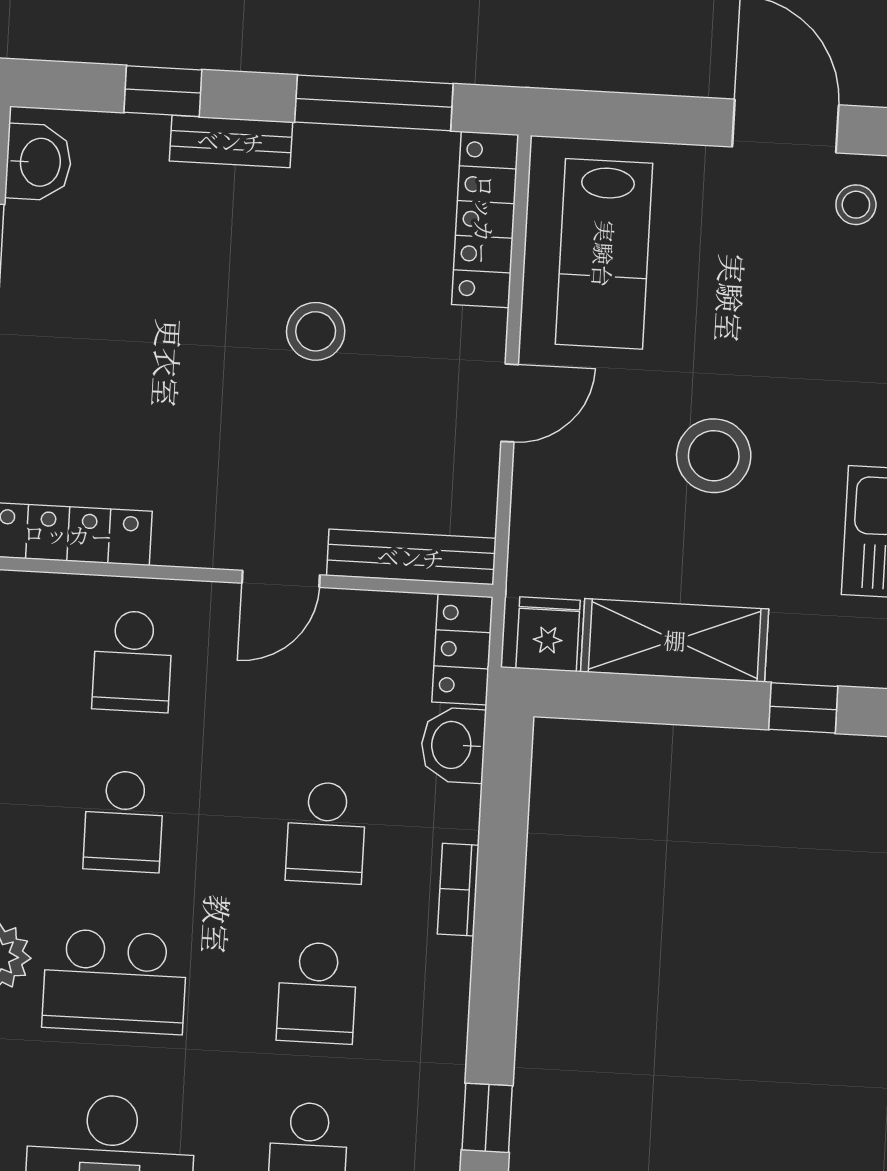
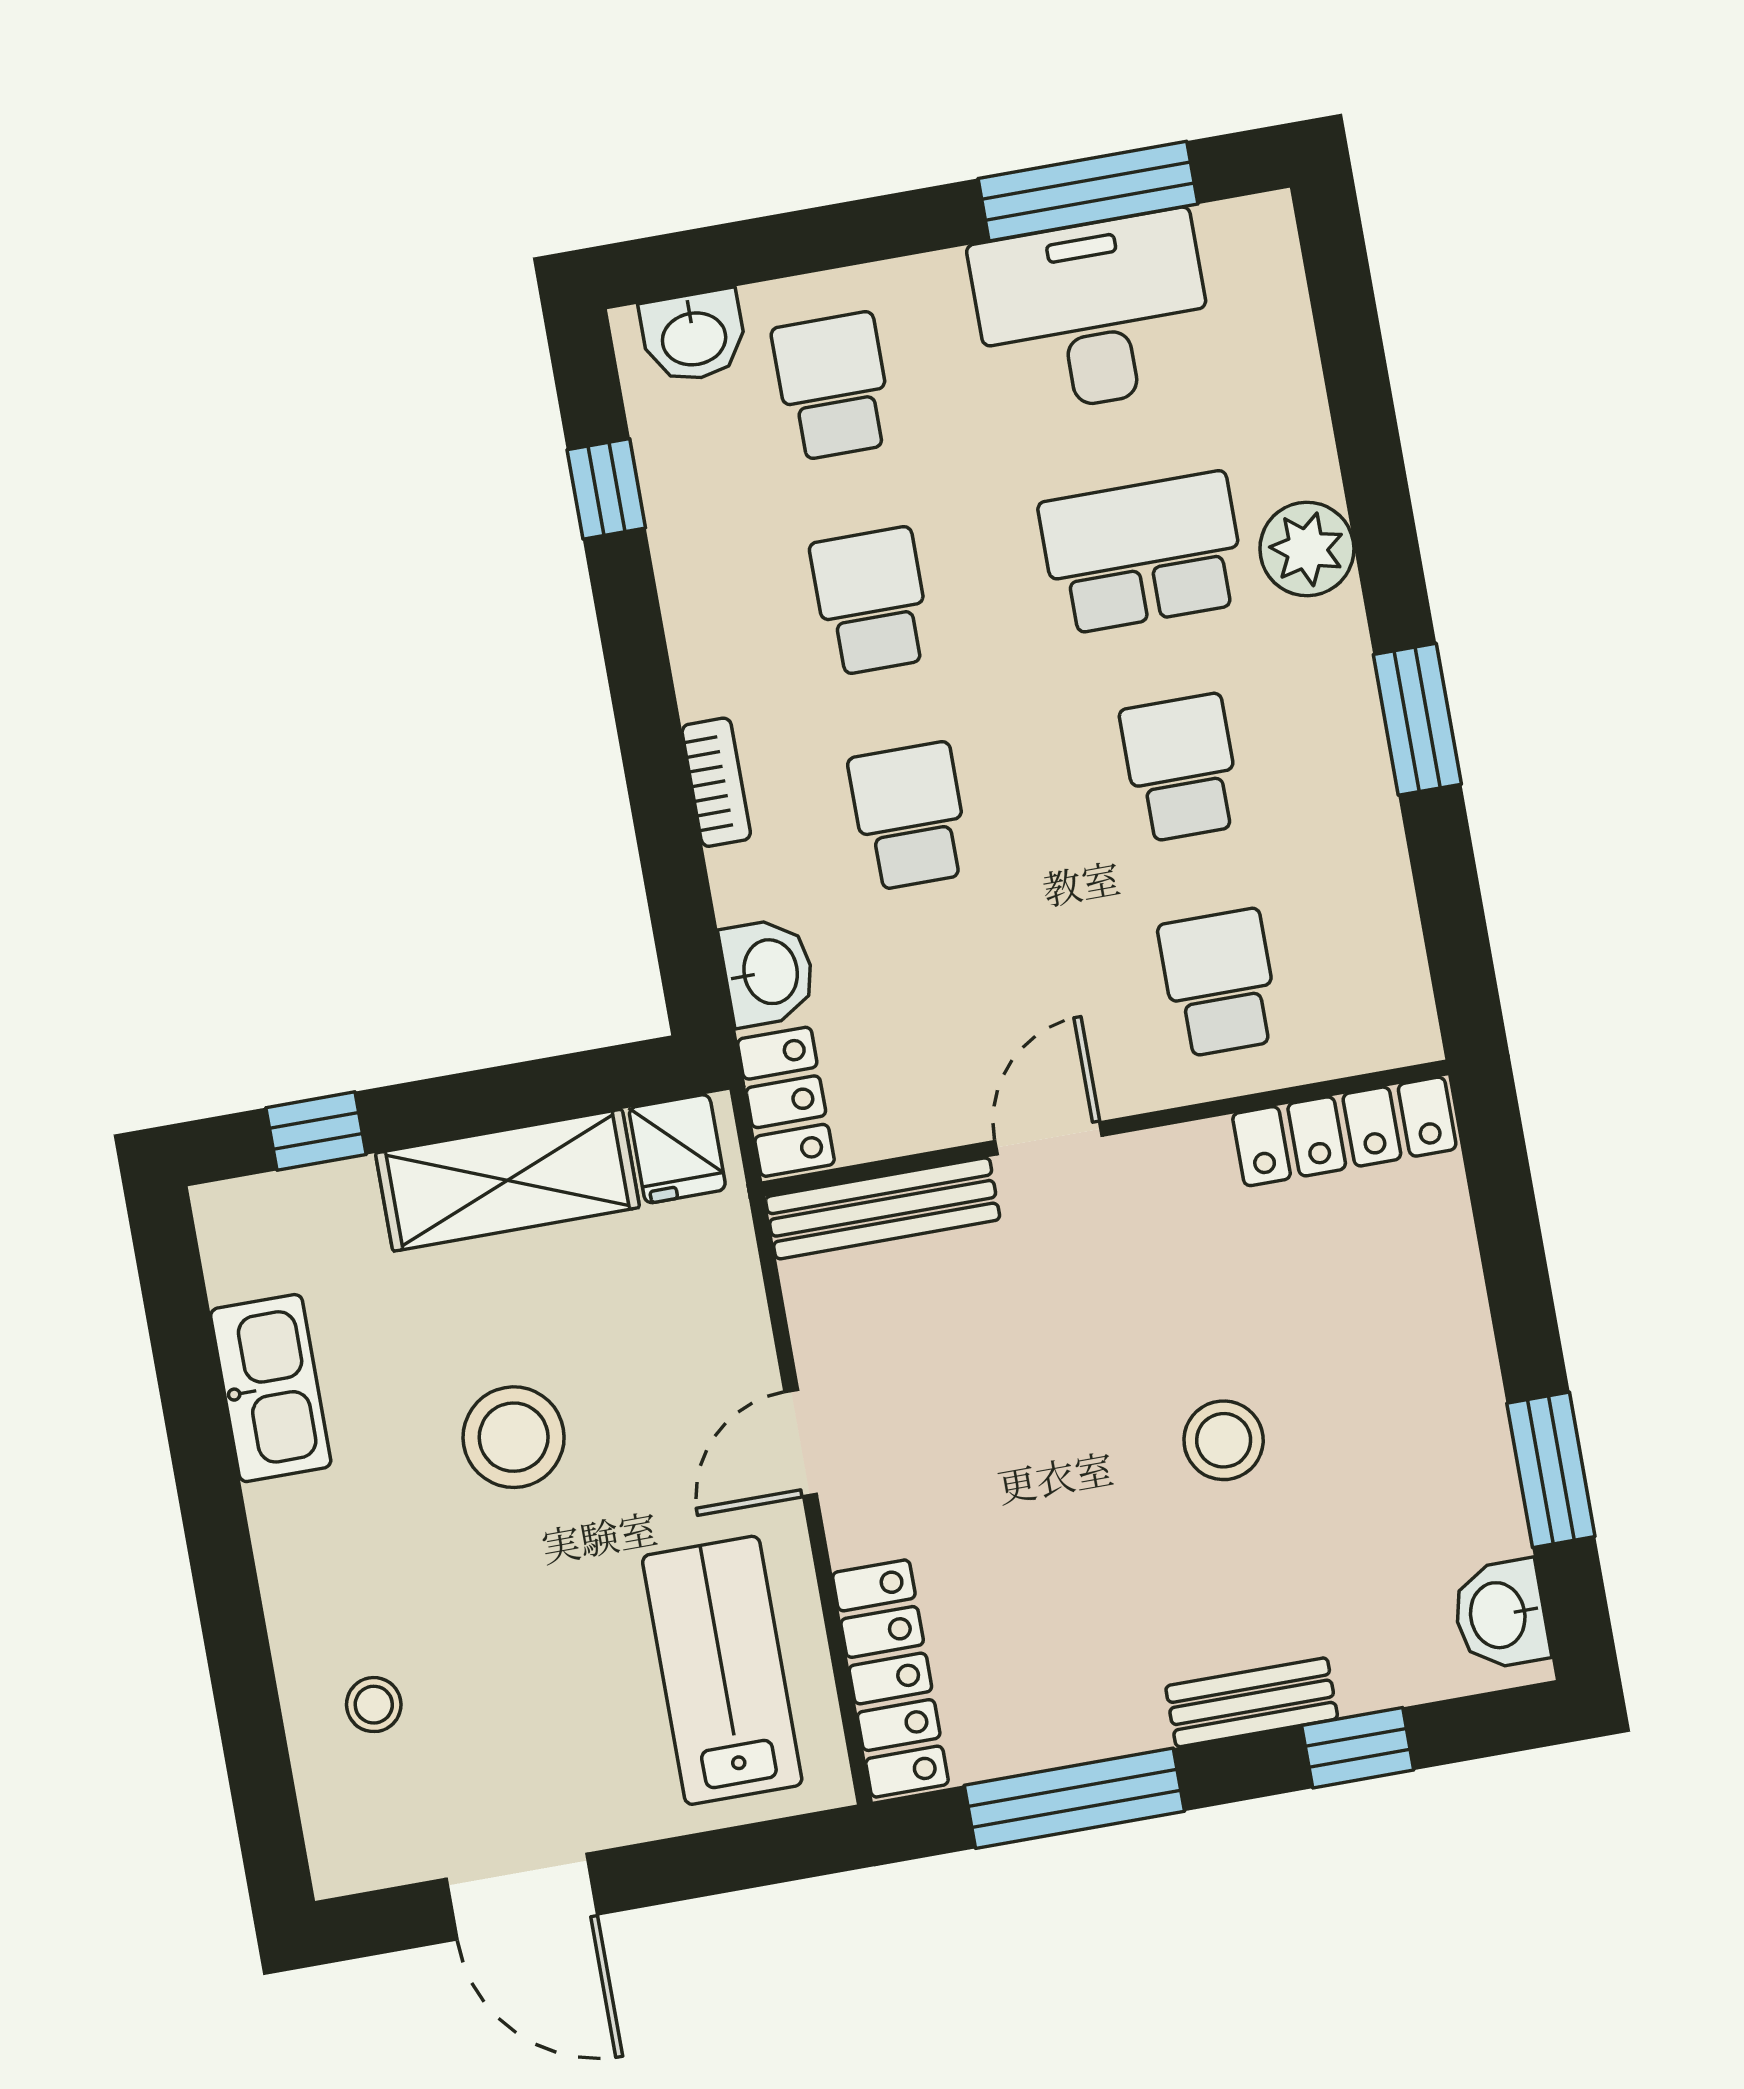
stool: (856, 205) -> (374, 1705), moved
stool: (316, 331) -> (1224, 1440), moved

